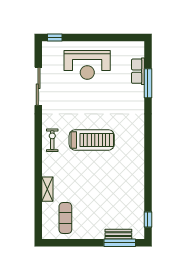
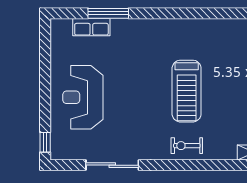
reception desk: (87, 65) -> (83, 97), turned 180
treadmill: (92, 140) -> (187, 91), turned 180

